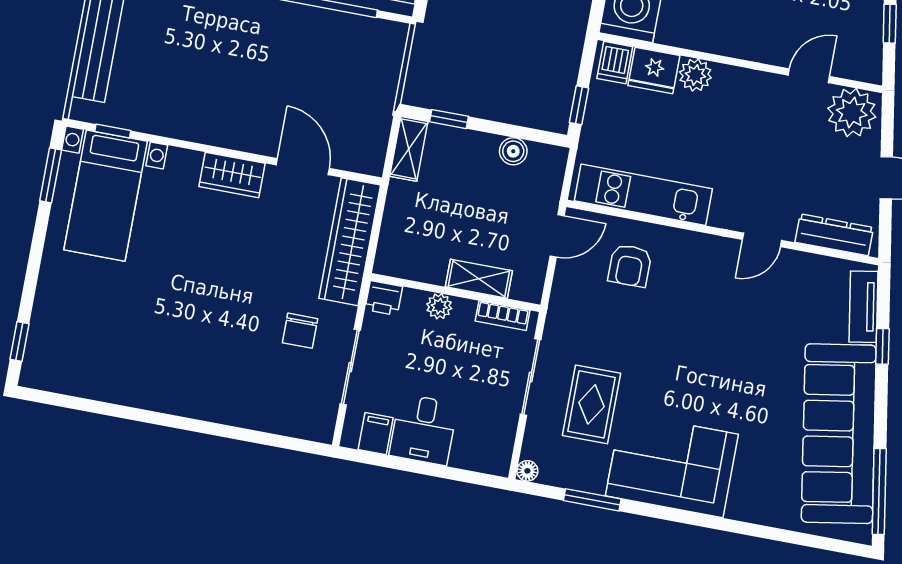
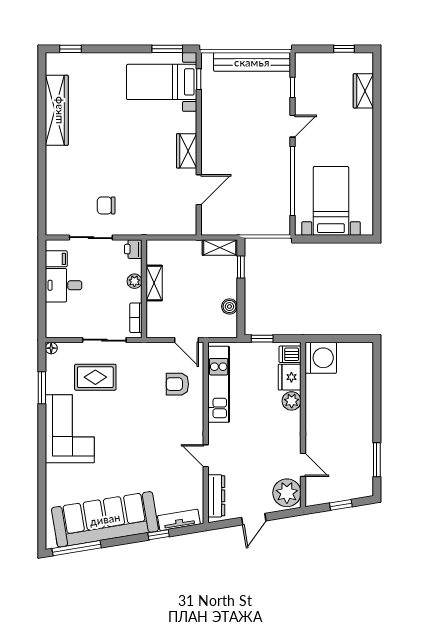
wardrobe: (350, 242) -> (57, 110), moved, turned 90
shelving: (479, 279) -> (154, 283), moved

